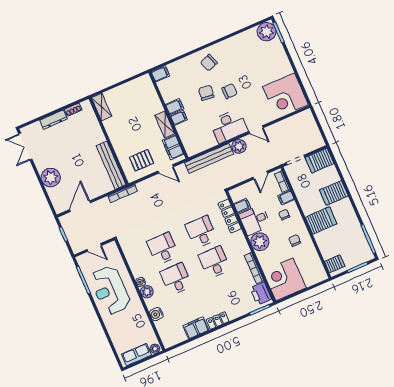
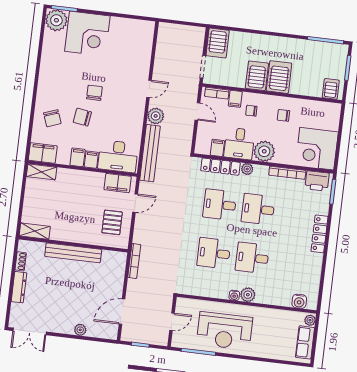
chair: (209, 63) -> (52, 118), moved
filing cabinet: (160, 74) -> (43, 153), width x2.00
corner desk: (285, 96) -> (87, 34), moved
shelving: (165, 124) -> (42, 172), moved
desk: (229, 126) -> (118, 156), moved, turned 90
bench: (111, 165) -> (73, 253), moved
plant: (51, 177) -> (80, 330), width x0.53, depth x0.53
server rack: (334, 193) -> (257, 76), moved, turned 180
door: (80, 206) -> (122, 312), hinge flipped
plant: (239, 237) -> (247, 169), added
water cooler: (156, 314) -> (299, 301), moved
locker: (218, 321) -> (319, 234), width x1.53
filing cabinet: (196, 328) -> (313, 267), removed

